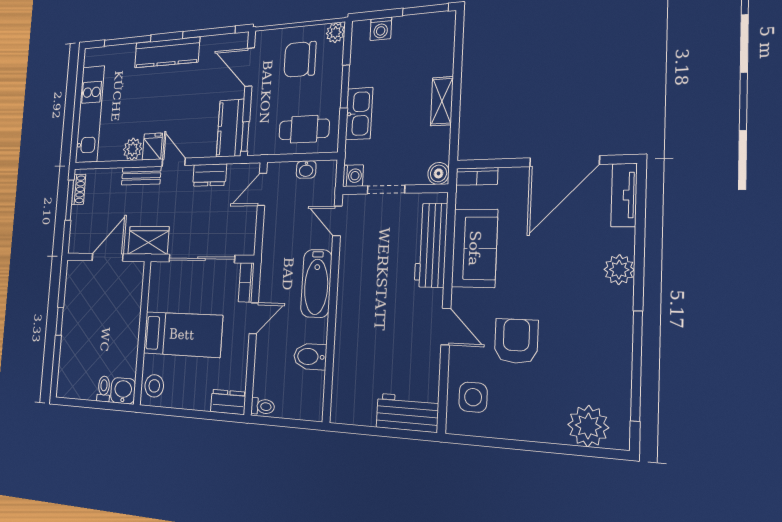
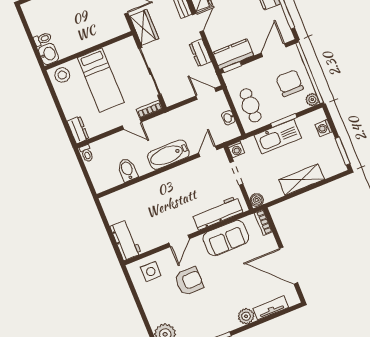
shelving: (442, 101) -> (302, 180), width x1.50, depth x1.33
kitchen sink: (359, 114) -> (278, 137), width x1.36, depth x1.24
tv unit: (624, 195) -> (271, 308), moved

